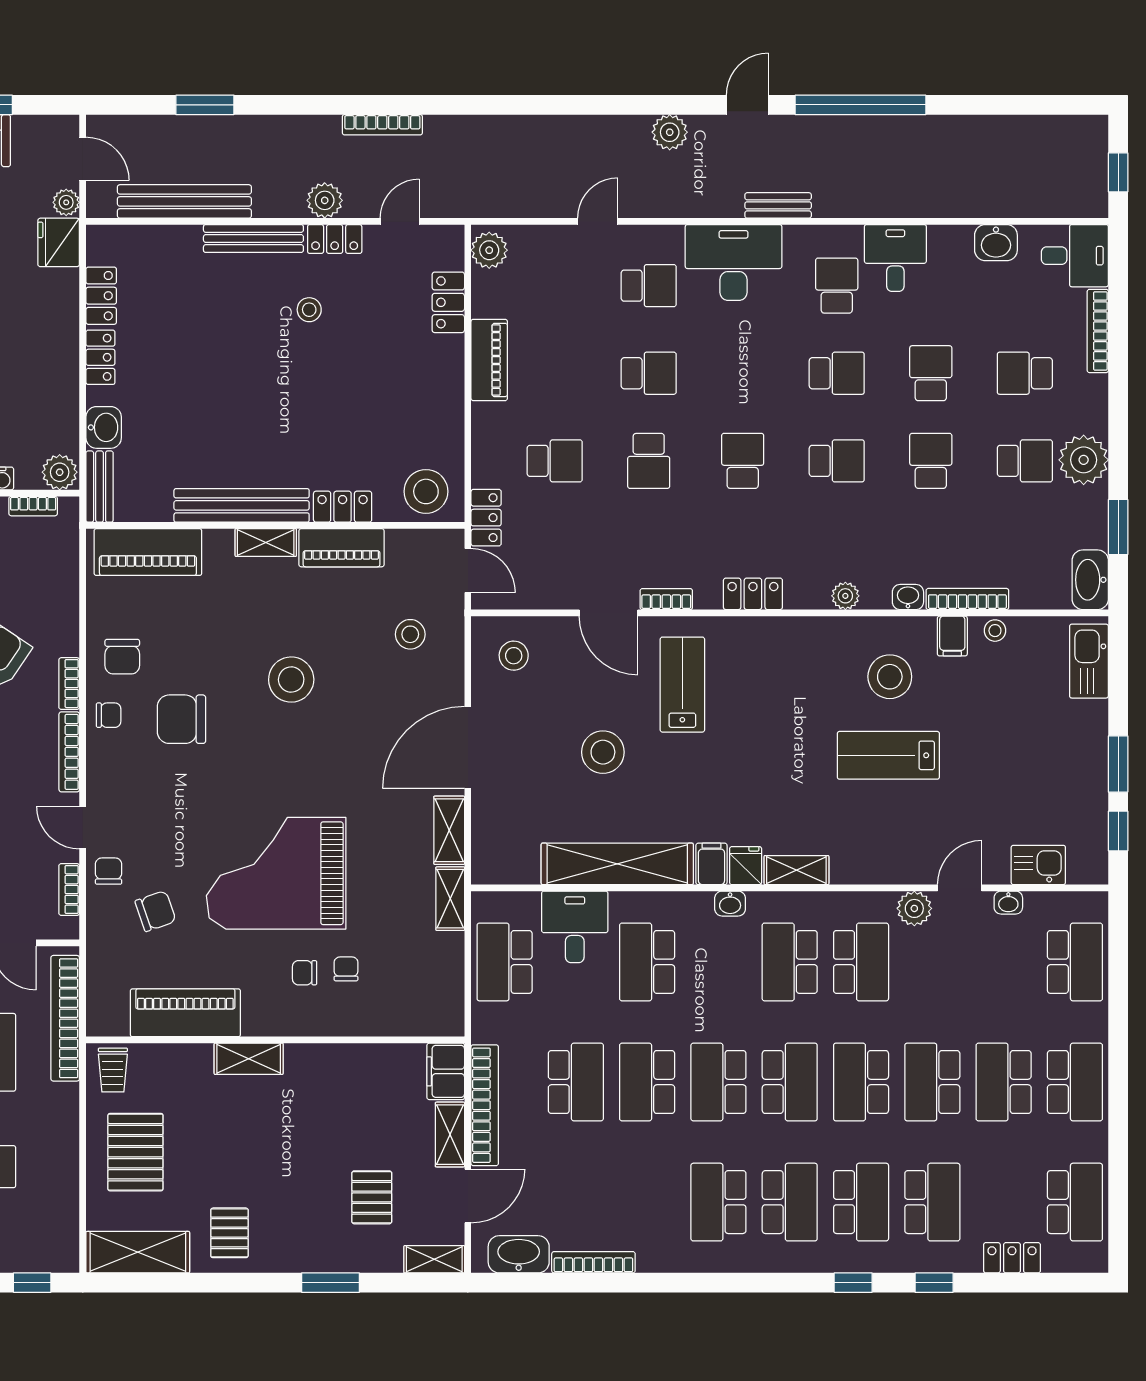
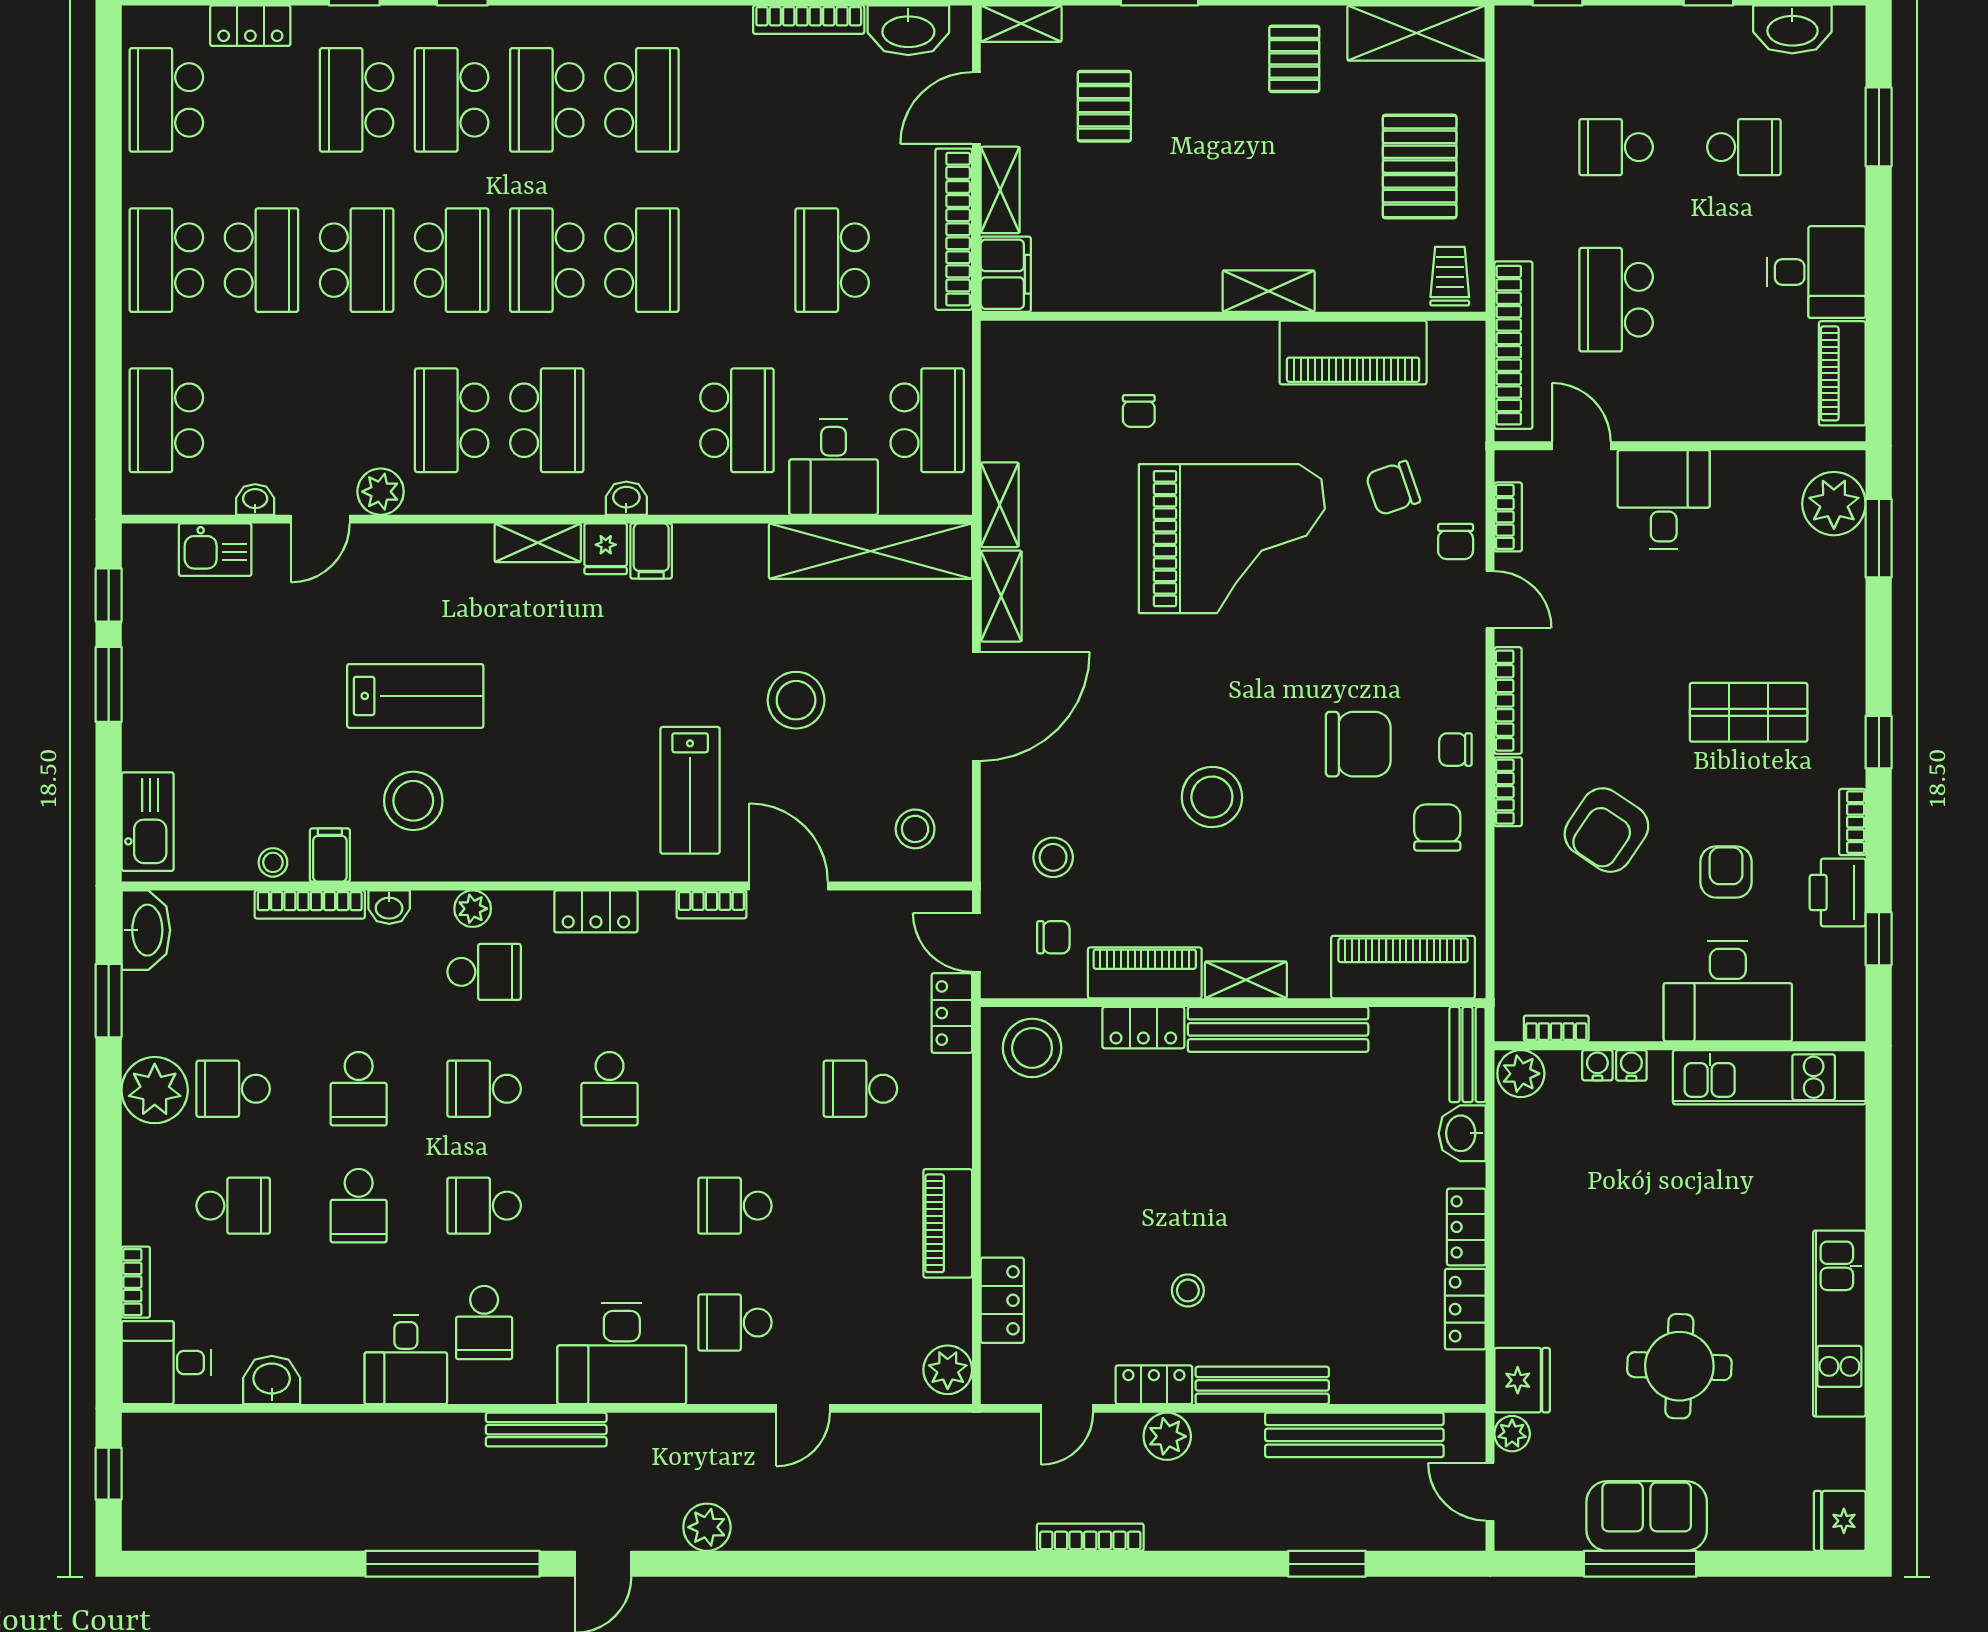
bench: (778, 205) -> (546, 1430), width x1.36
bookcase: (1098, 331) -> (136, 1282), width x0.64
school desk: (649, 461) -> (484, 972), moved, turned 90
shelving: (617, 864) -> (870, 551), moved
chair: (305, 973) -> (1053, 937), moved
school desk: (647, 1082) -> (737, 260), removed

